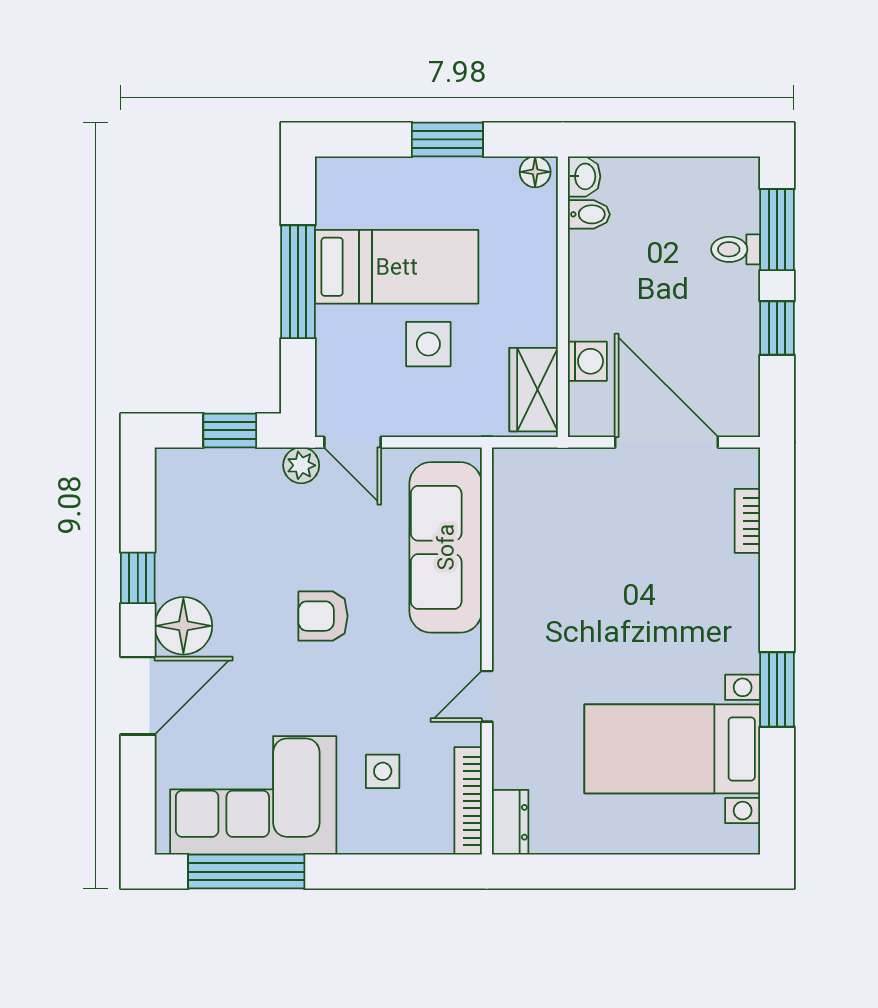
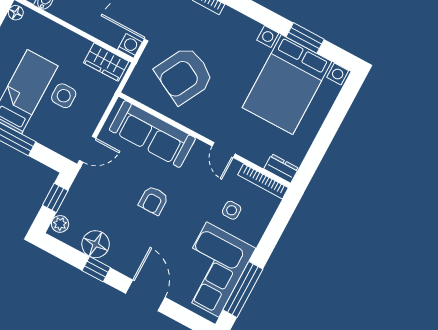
washing machine: (587, 361) -> (130, 46), moved
plant: (301, 465) -> (60, 224), moved
armchair: (587, 548) -> (184, 75), added
floor lamp: (183, 626) -> (96, 244), moved
window: (777, 690) -> (305, 38), moved
bed with nightstands: (672, 749) -> (287, 85), width x1.36

